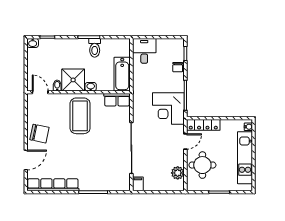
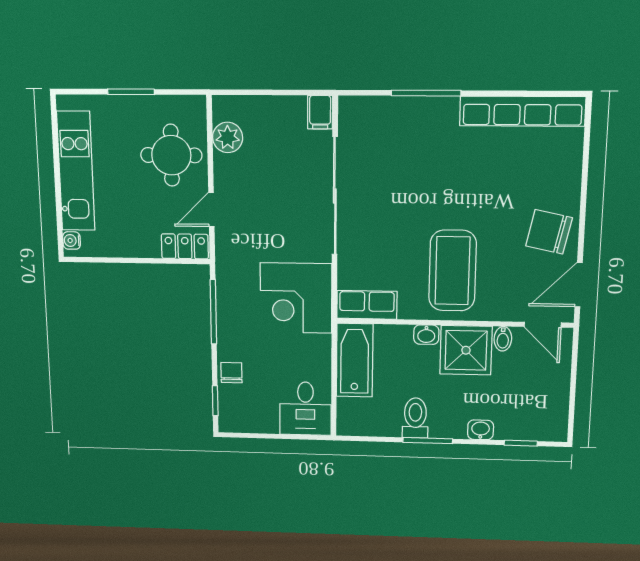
washbasin: (33, 43) -> (481, 430), moved
corner desk: (168, 109) -> (296, 298), moved, turned 180
locker: (203, 125) -> (185, 246), width x0.66
door: (26, 160) -> (579, 285), moved

